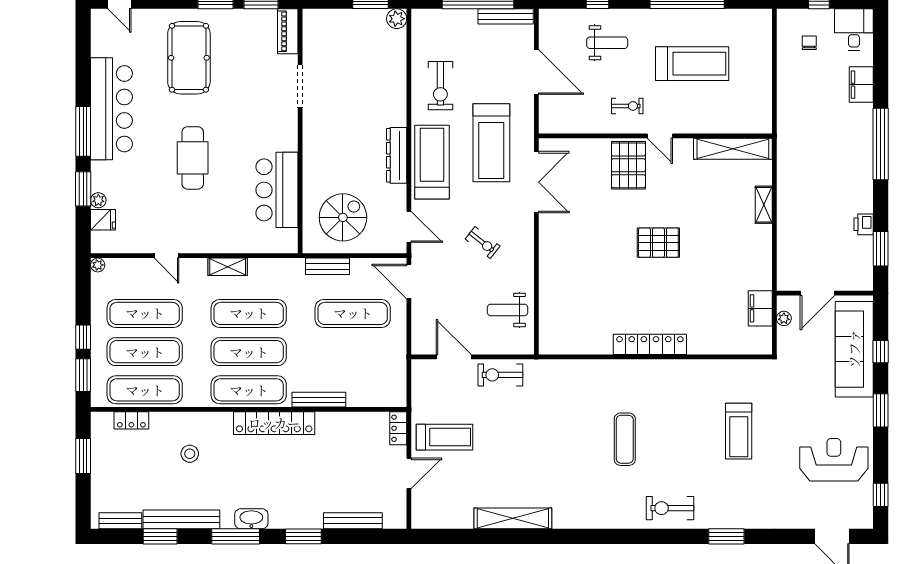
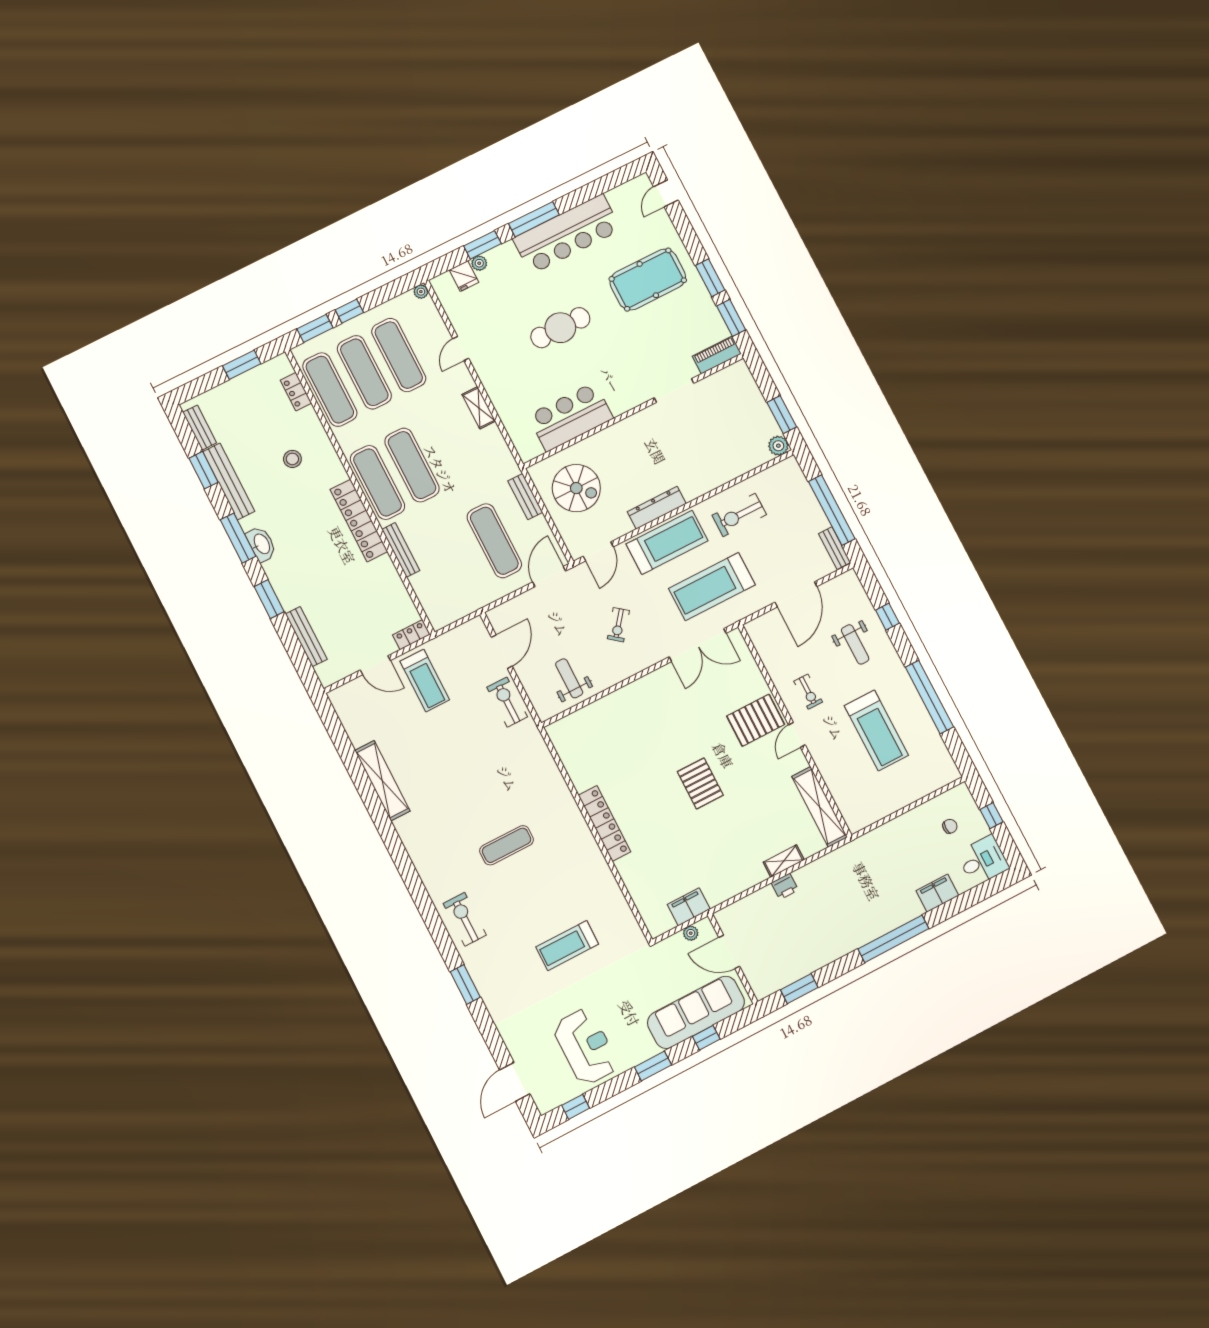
bench: (506, 16) -> (835, 548), width x0.73
printer: (864, 224) -> (785, 886), moved, turned 180
exercise mat: (249, 313) -> (446, 448), removed

